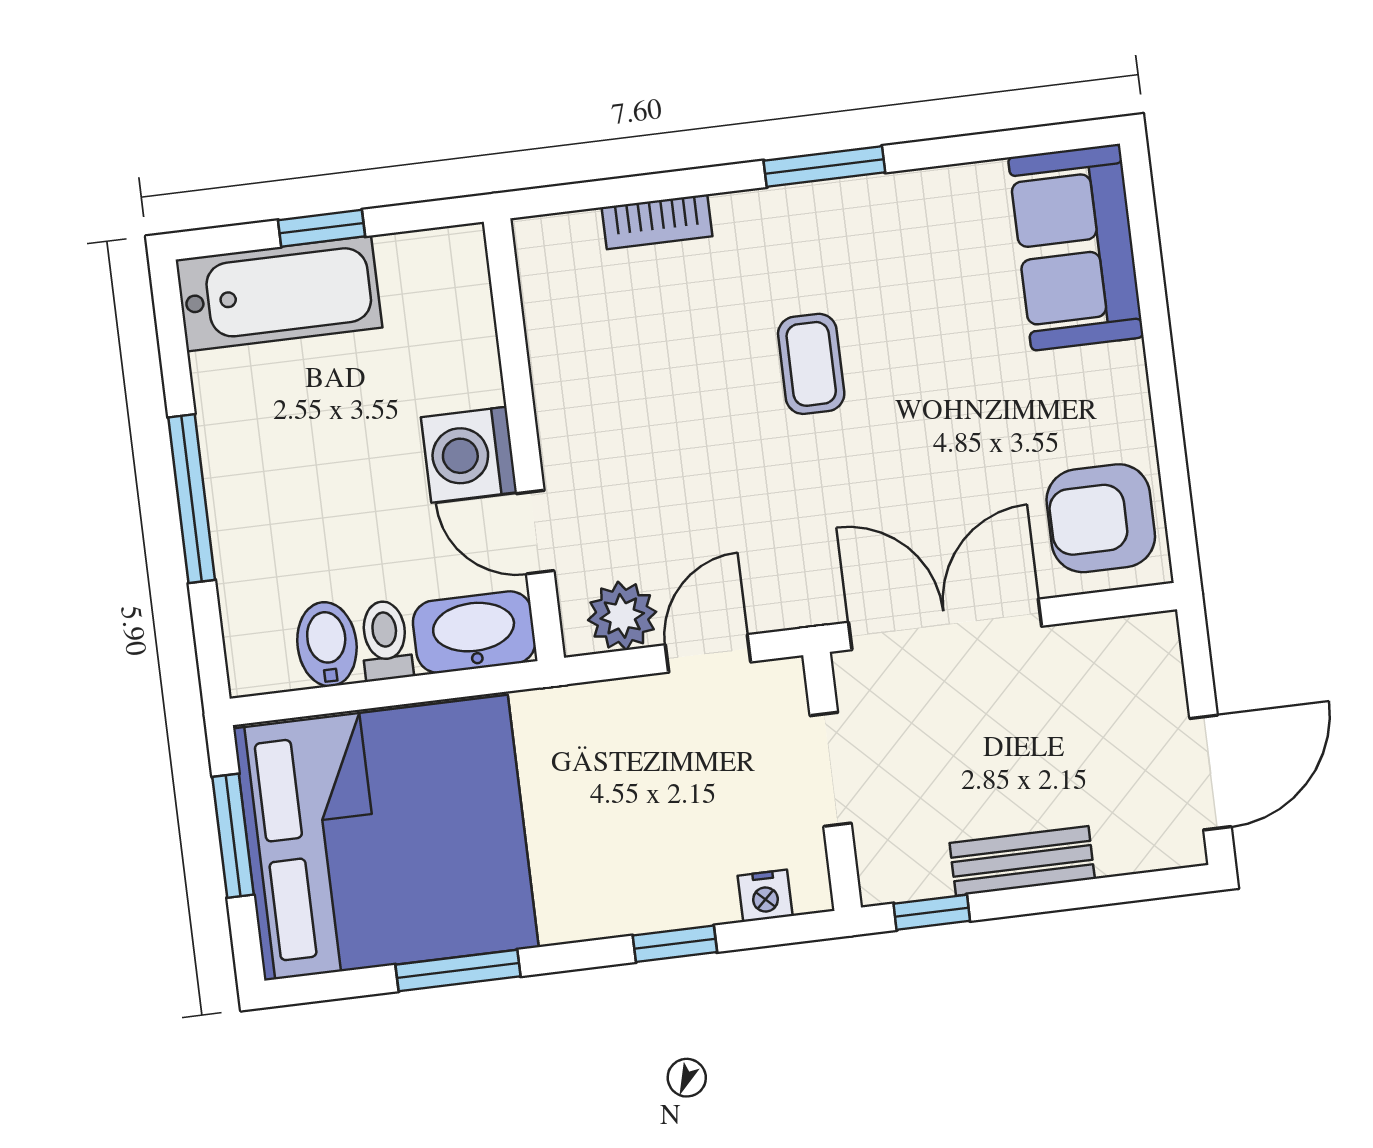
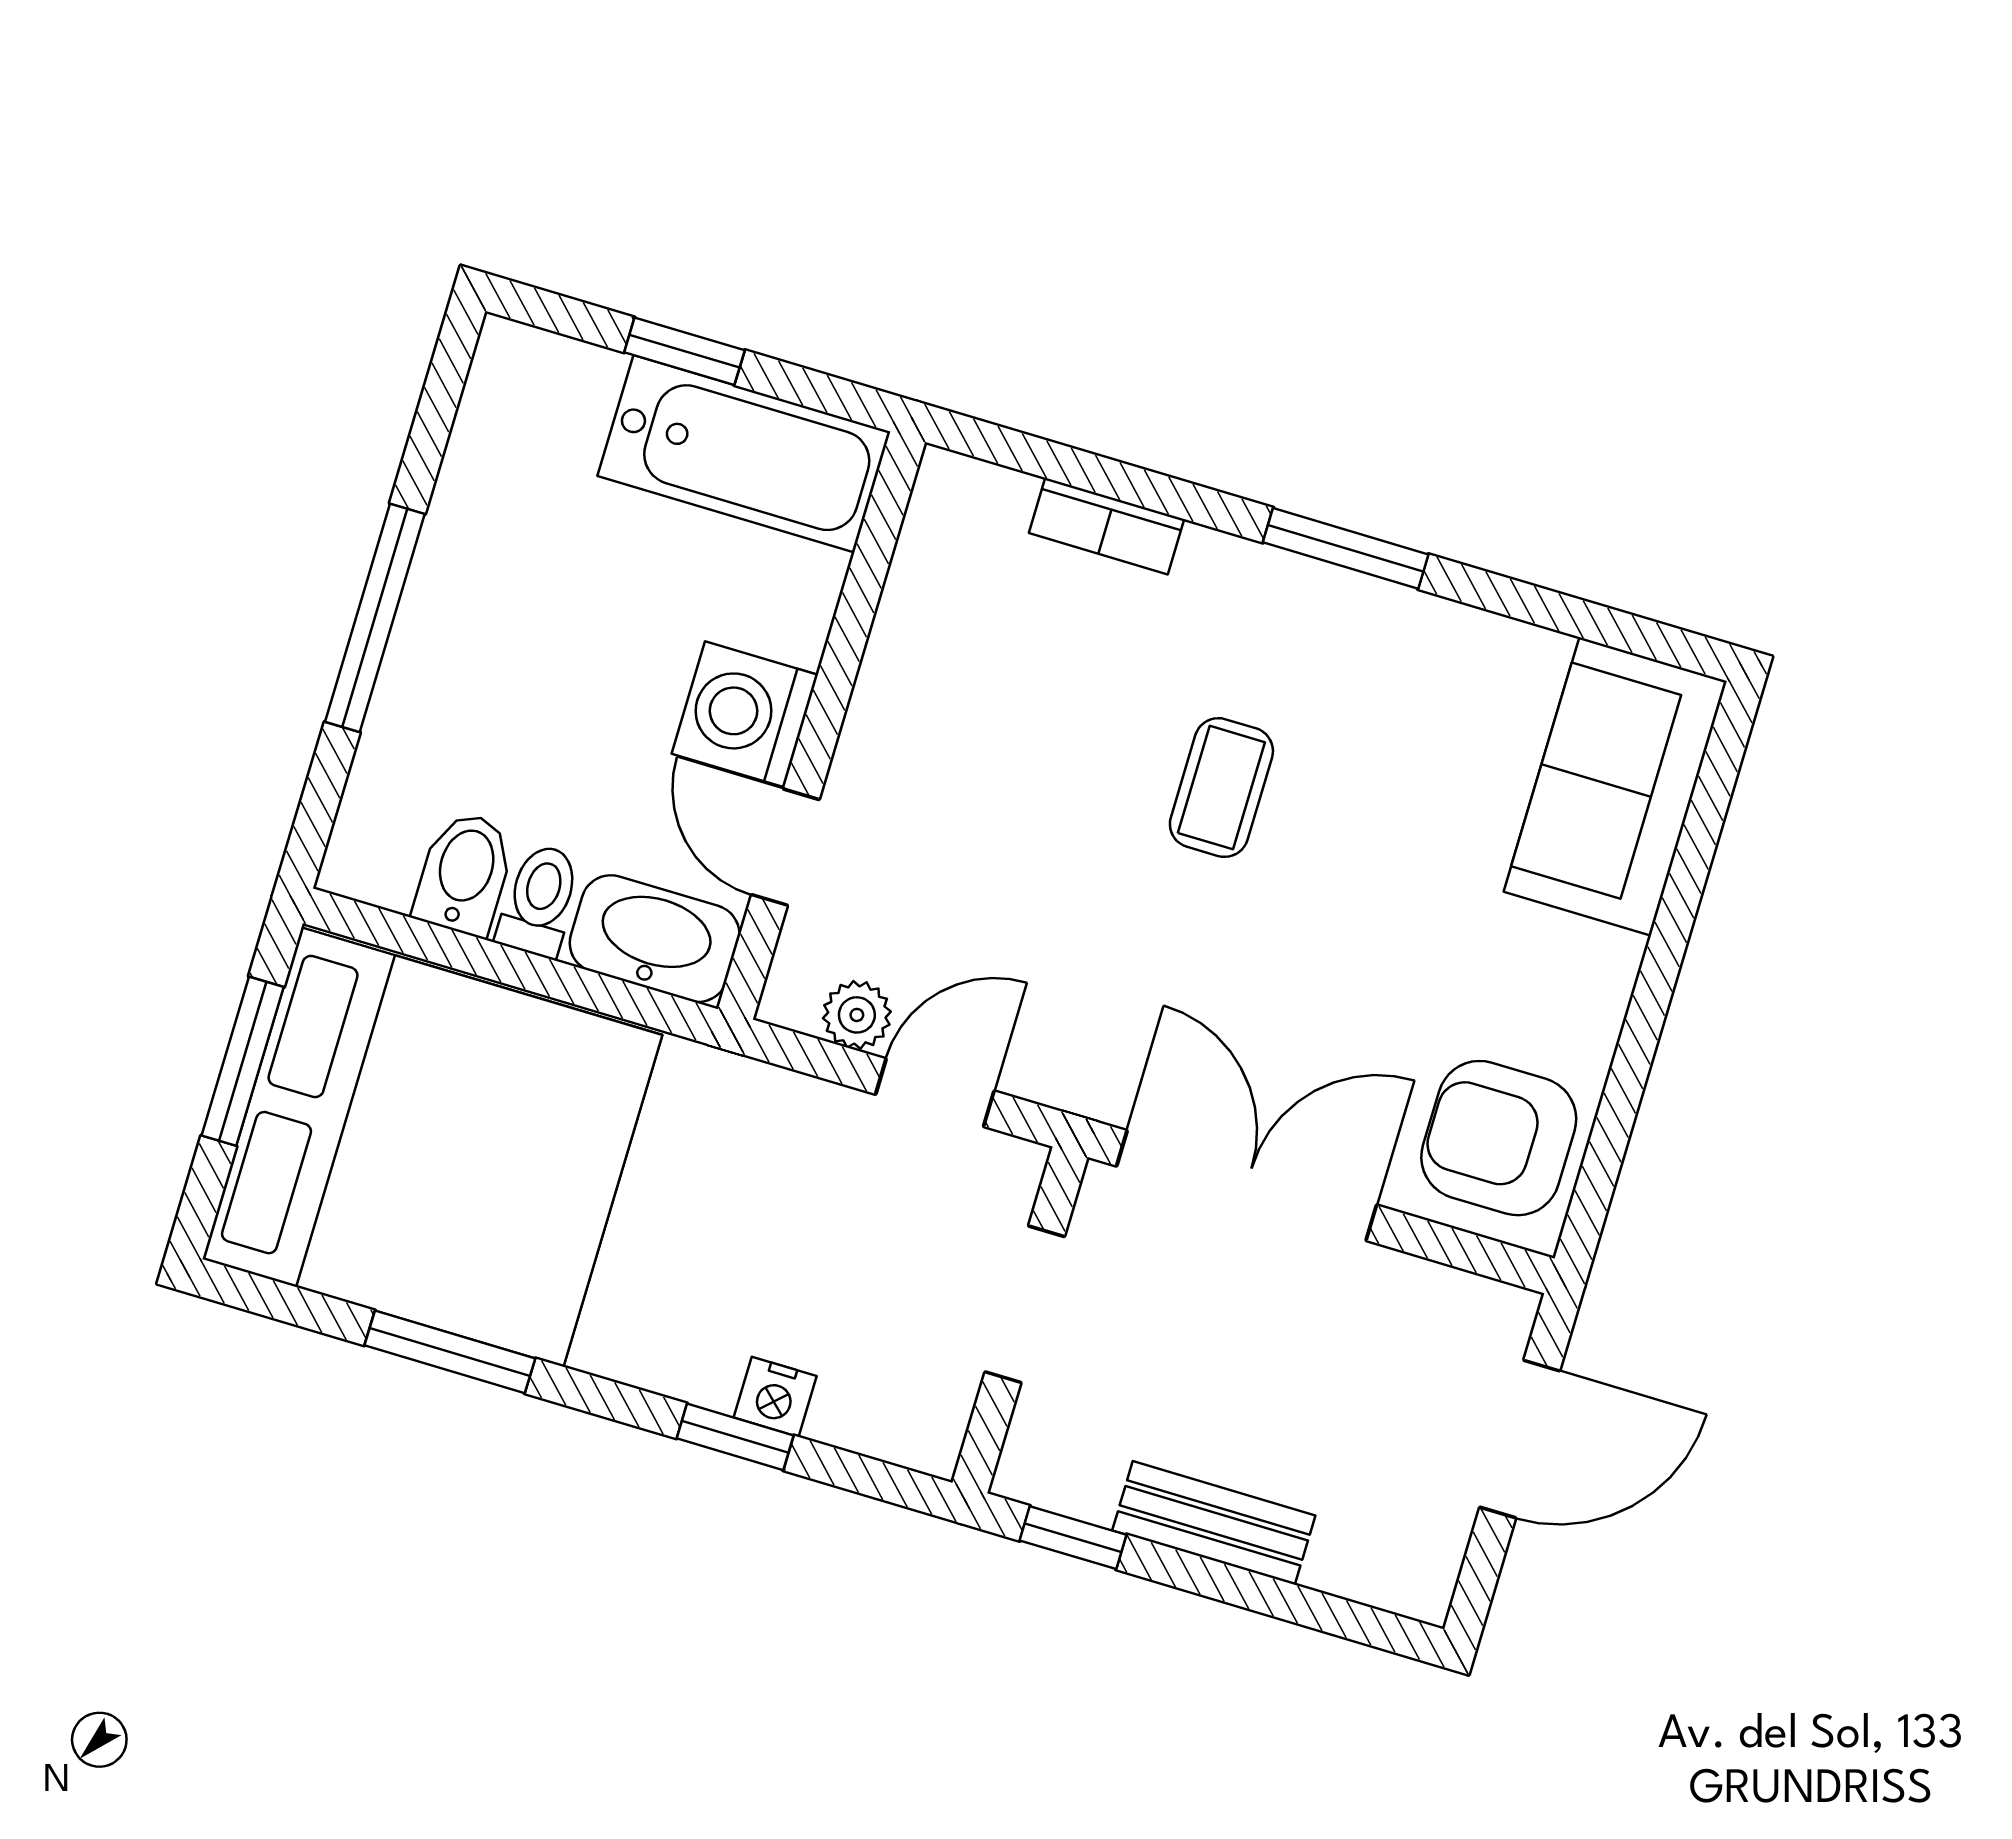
bathtub: (279, 294) -> (744, 454), moved
plant: (622, 616) -> (857, 1015), width x0.73, depth x0.73
door: (1210, 773) -> (1520, 1439), moved
nightstand: (765, 896) -> (775, 1397), moved

